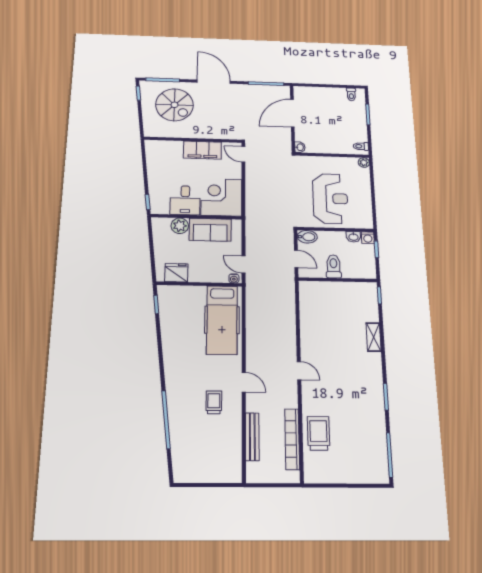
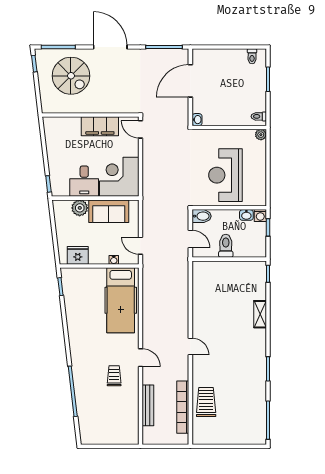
reception desk: (330, 199) -> (225, 175), turned 180
water cooler: (234, 278) -> (114, 260), moved

